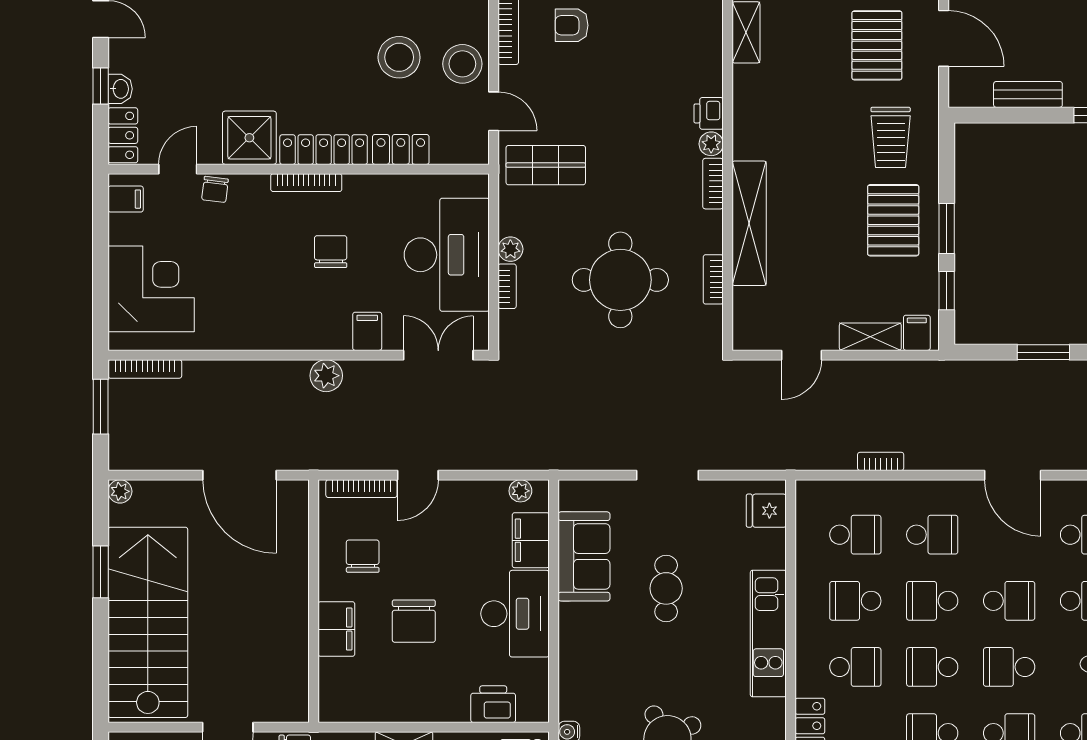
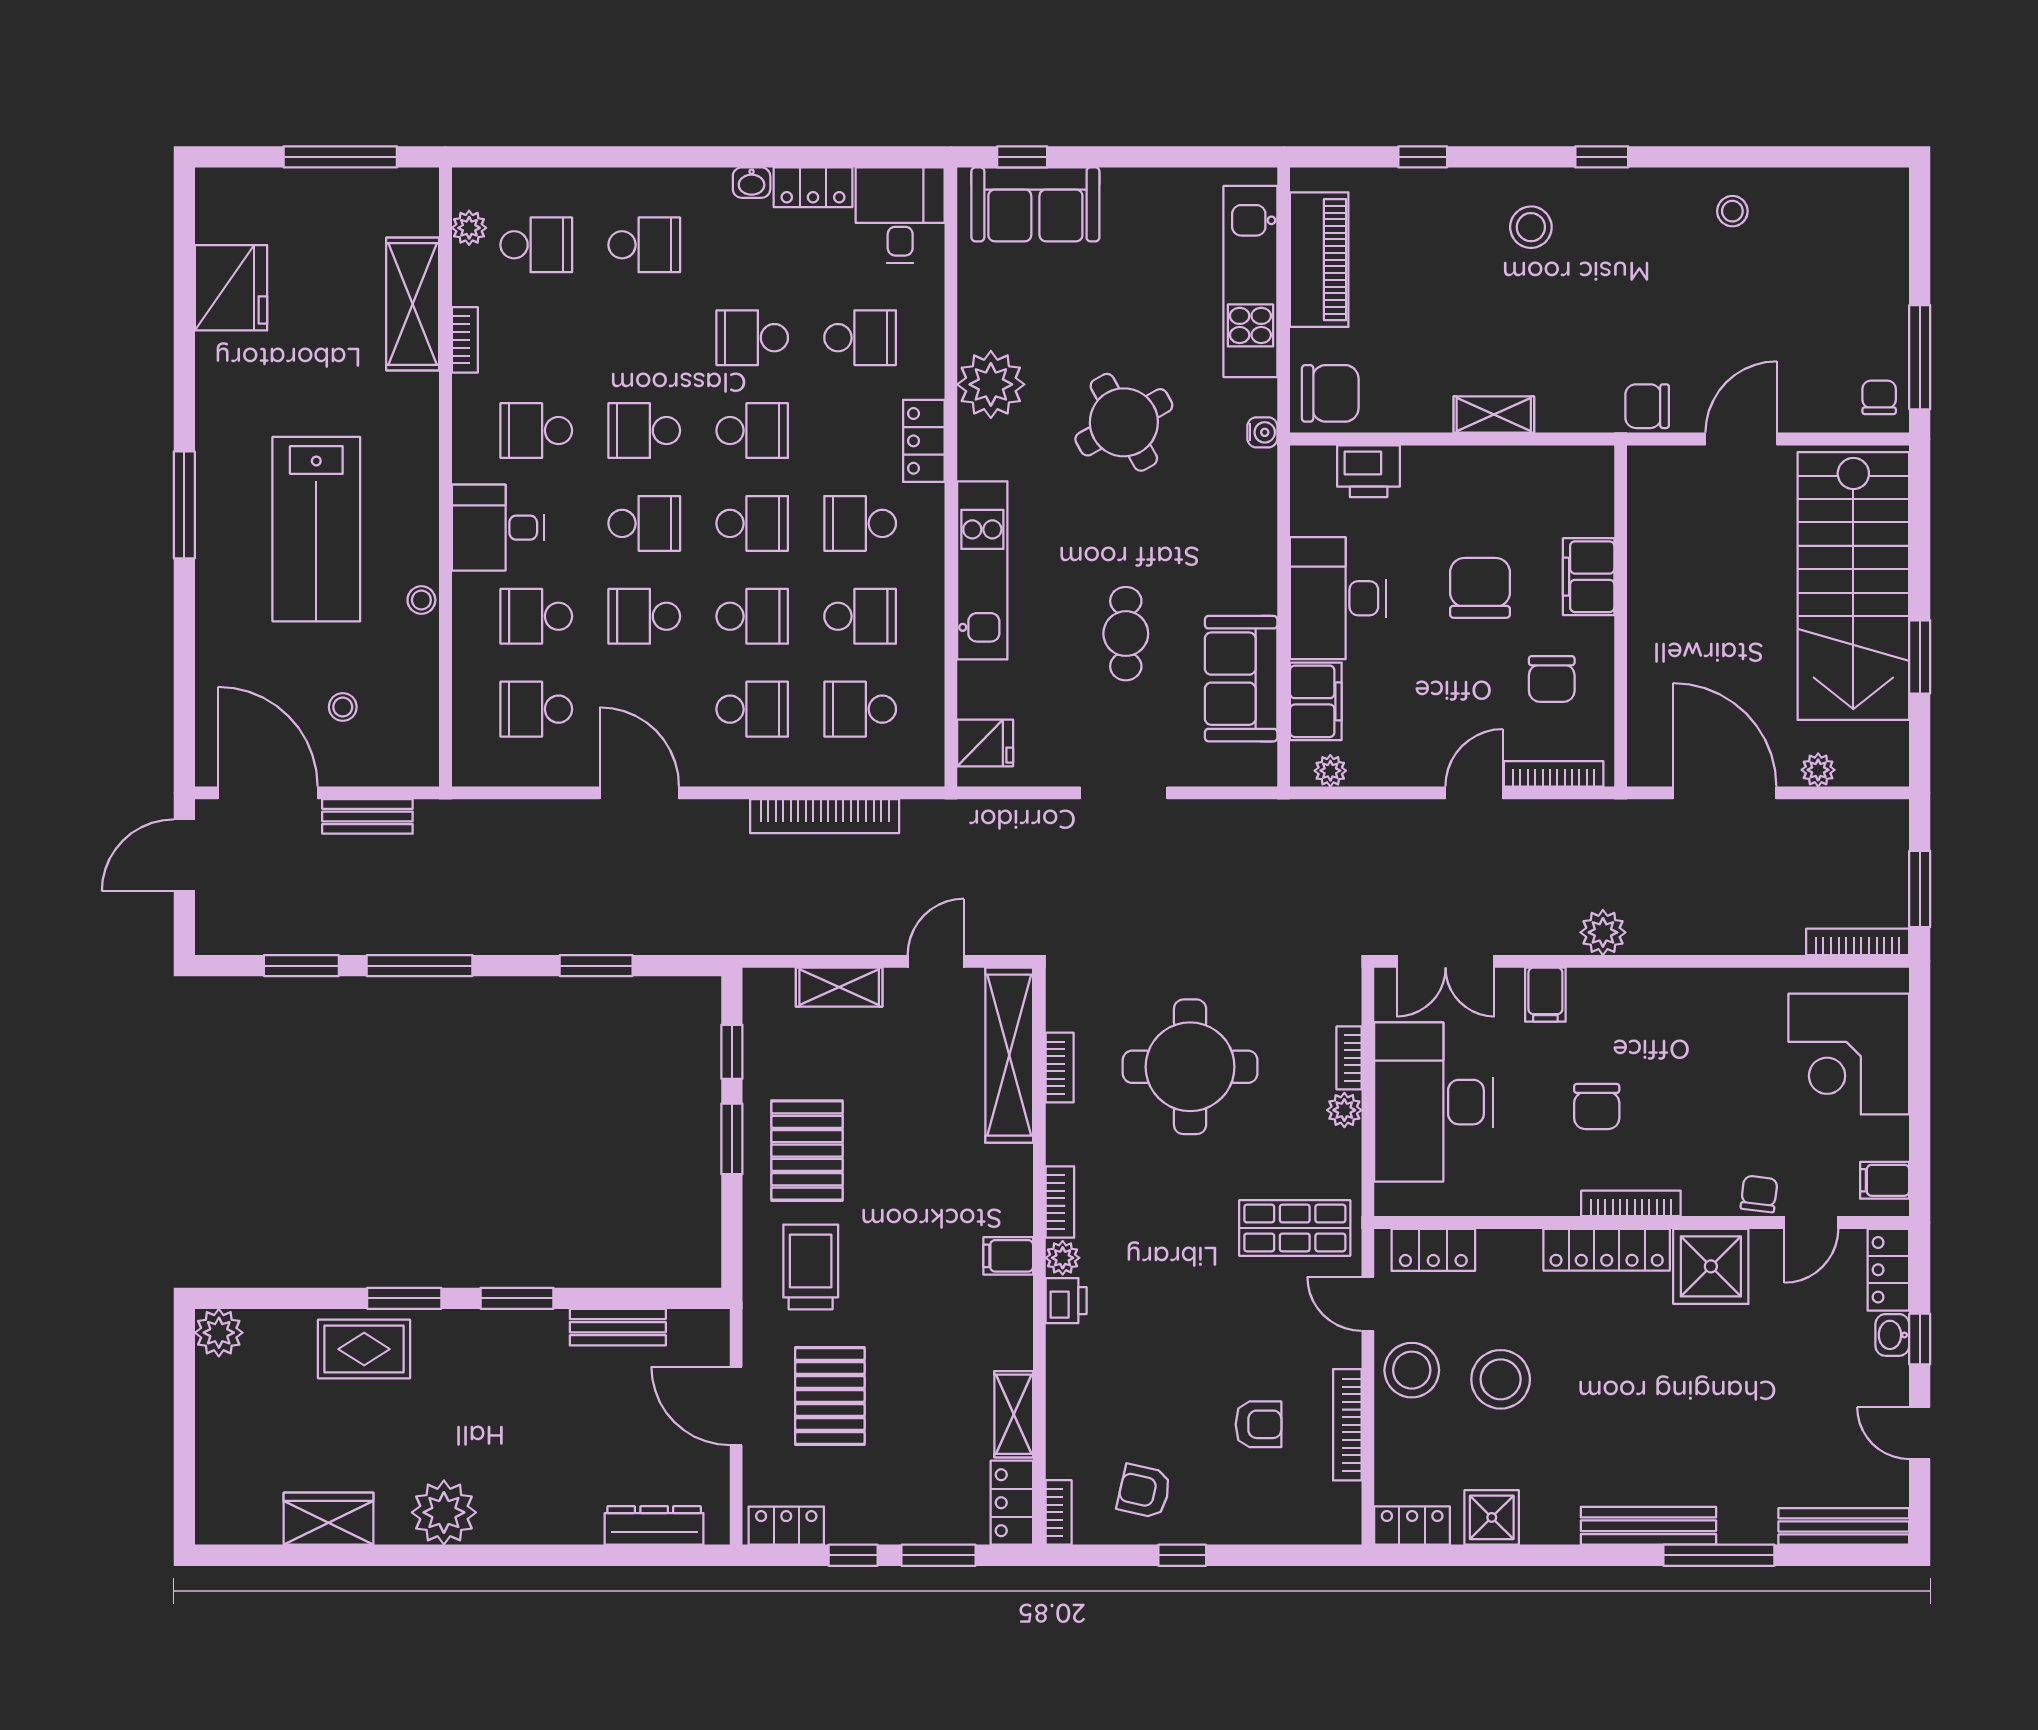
locker: (401, 149) -> (1433, 1250), moved
shelving: (749, 223) -> (1009, 1055), moved
filing cabinet: (917, 333) -> (1008, 1256), moved, turned 90
bookcase: (881, 461) -> (825, 816), width x2.31, depth x1.31
plant: (120, 491) -> (1818, 770), moved
school desk: (932, 535) -> (752, 709), turned 180

